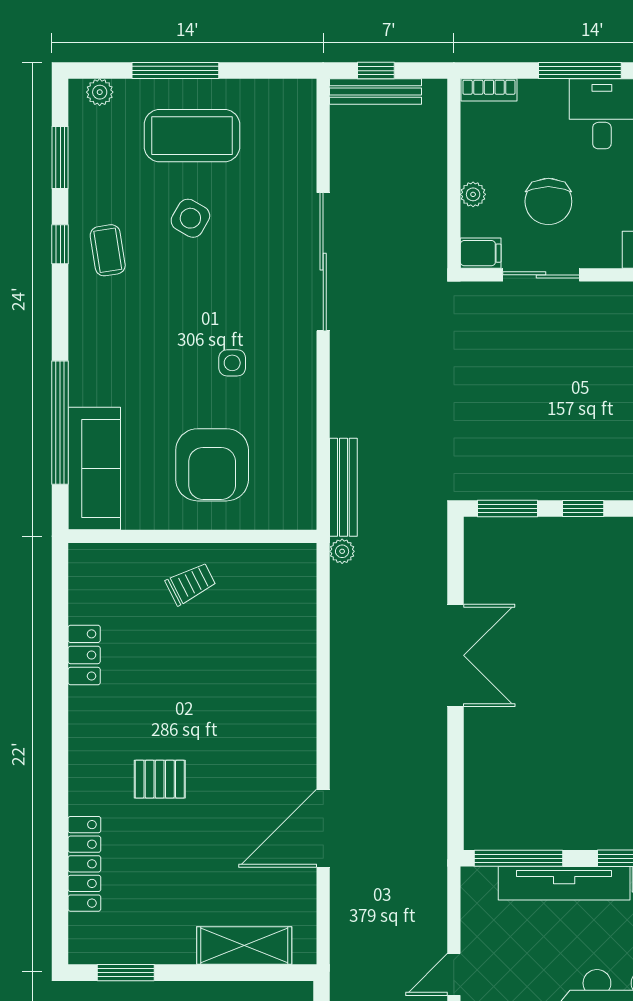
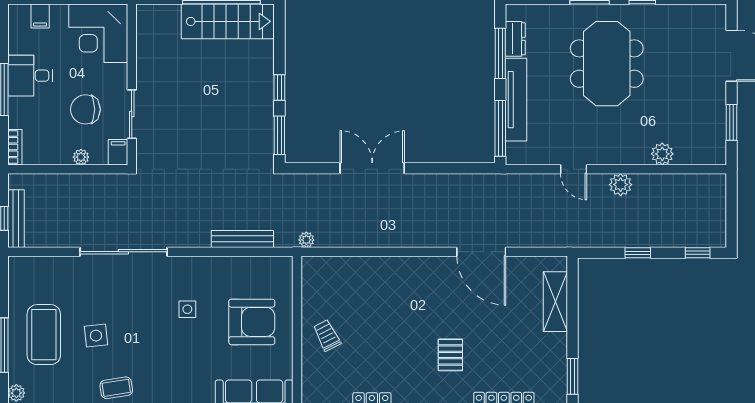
chair: (548, 201) -> (85, 109), turned 180
side table: (190, 218) -> (96, 336), turned -36
bench: (343, 487) -> (242, 239), moved

